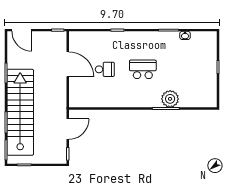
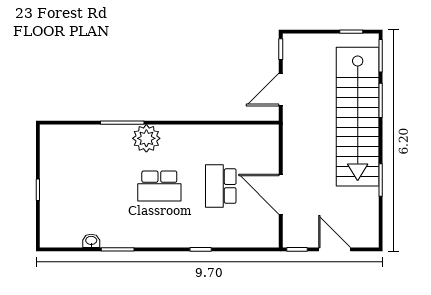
door: (22, 30) -> (335, 249), moved
school desk: (105, 69) -> (221, 186), width x1.85
plant: (170, 99) -> (146, 138), moved

